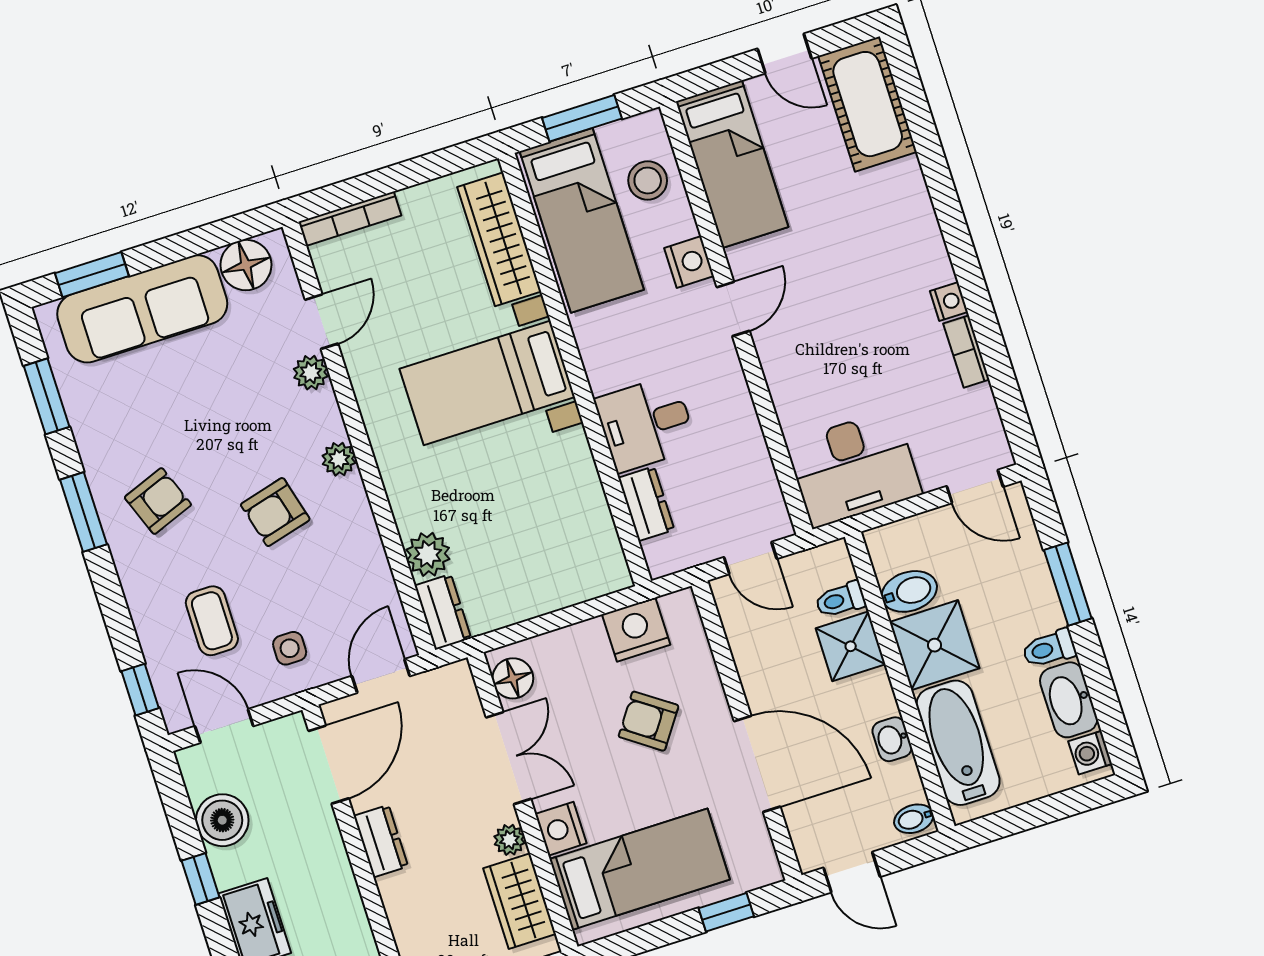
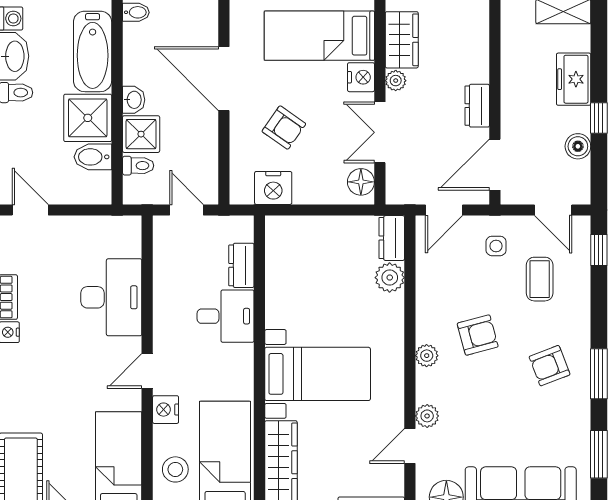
desk: (854, 468) -> (111, 297), moved, turned 90
washbasin: (892, 739) -> (134, 100), moved
boiler: (222, 820) -> (578, 146), width x0.73, depth x0.73

